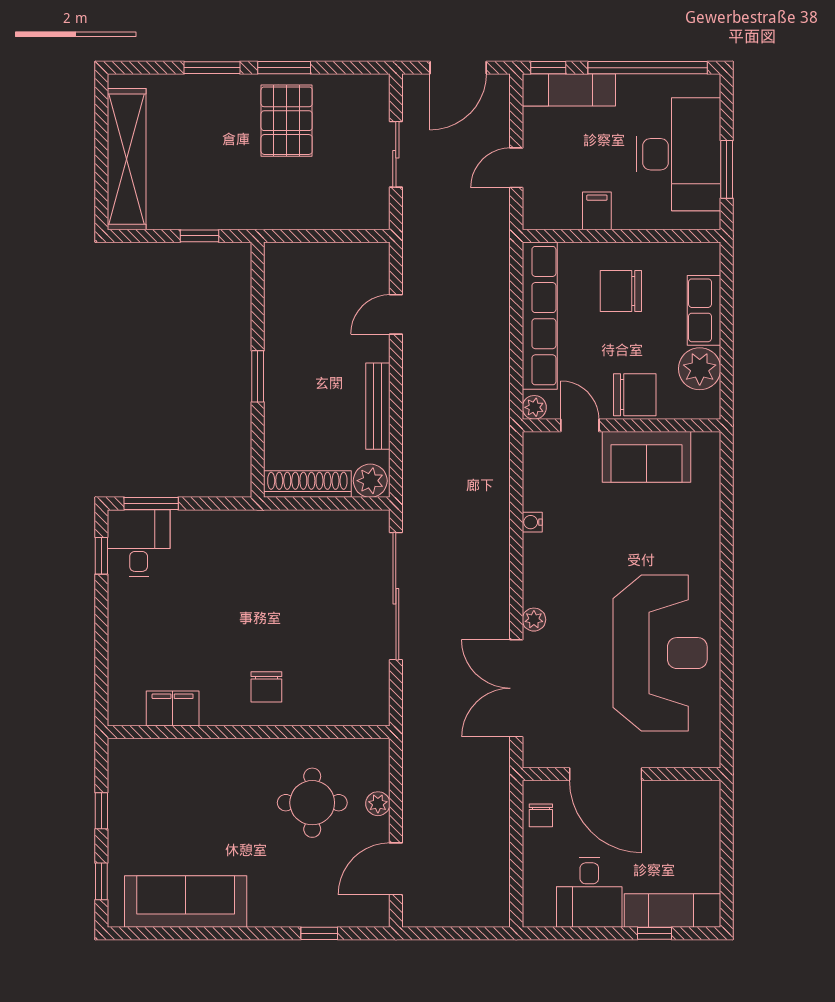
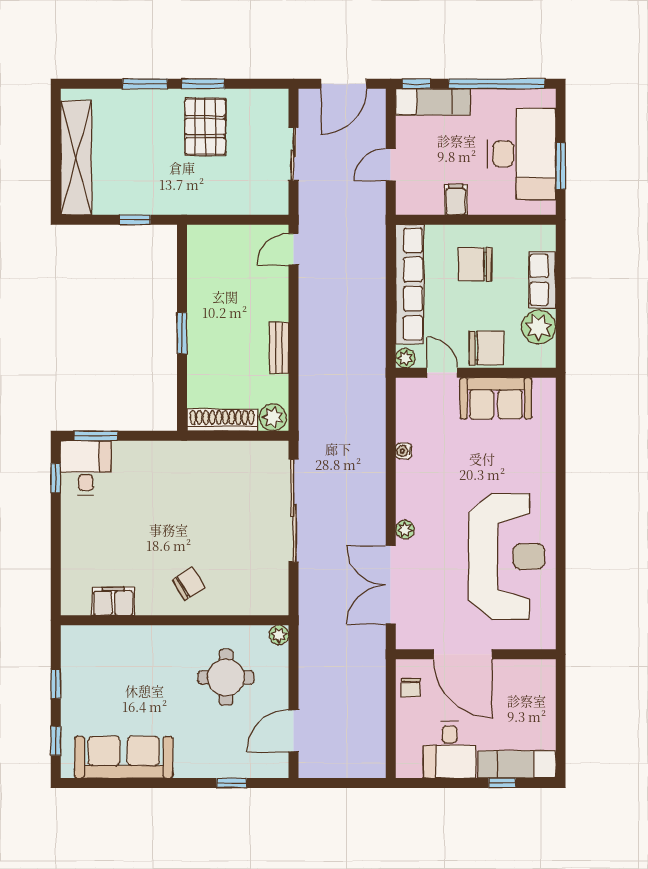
door: (396, 314) -> (294, 249), moved
bench: (378, 406) -> (279, 348), width x0.73
chair: (266, 687) -> (189, 584), turned -121
plant: (378, 804) -> (279, 635), moved

